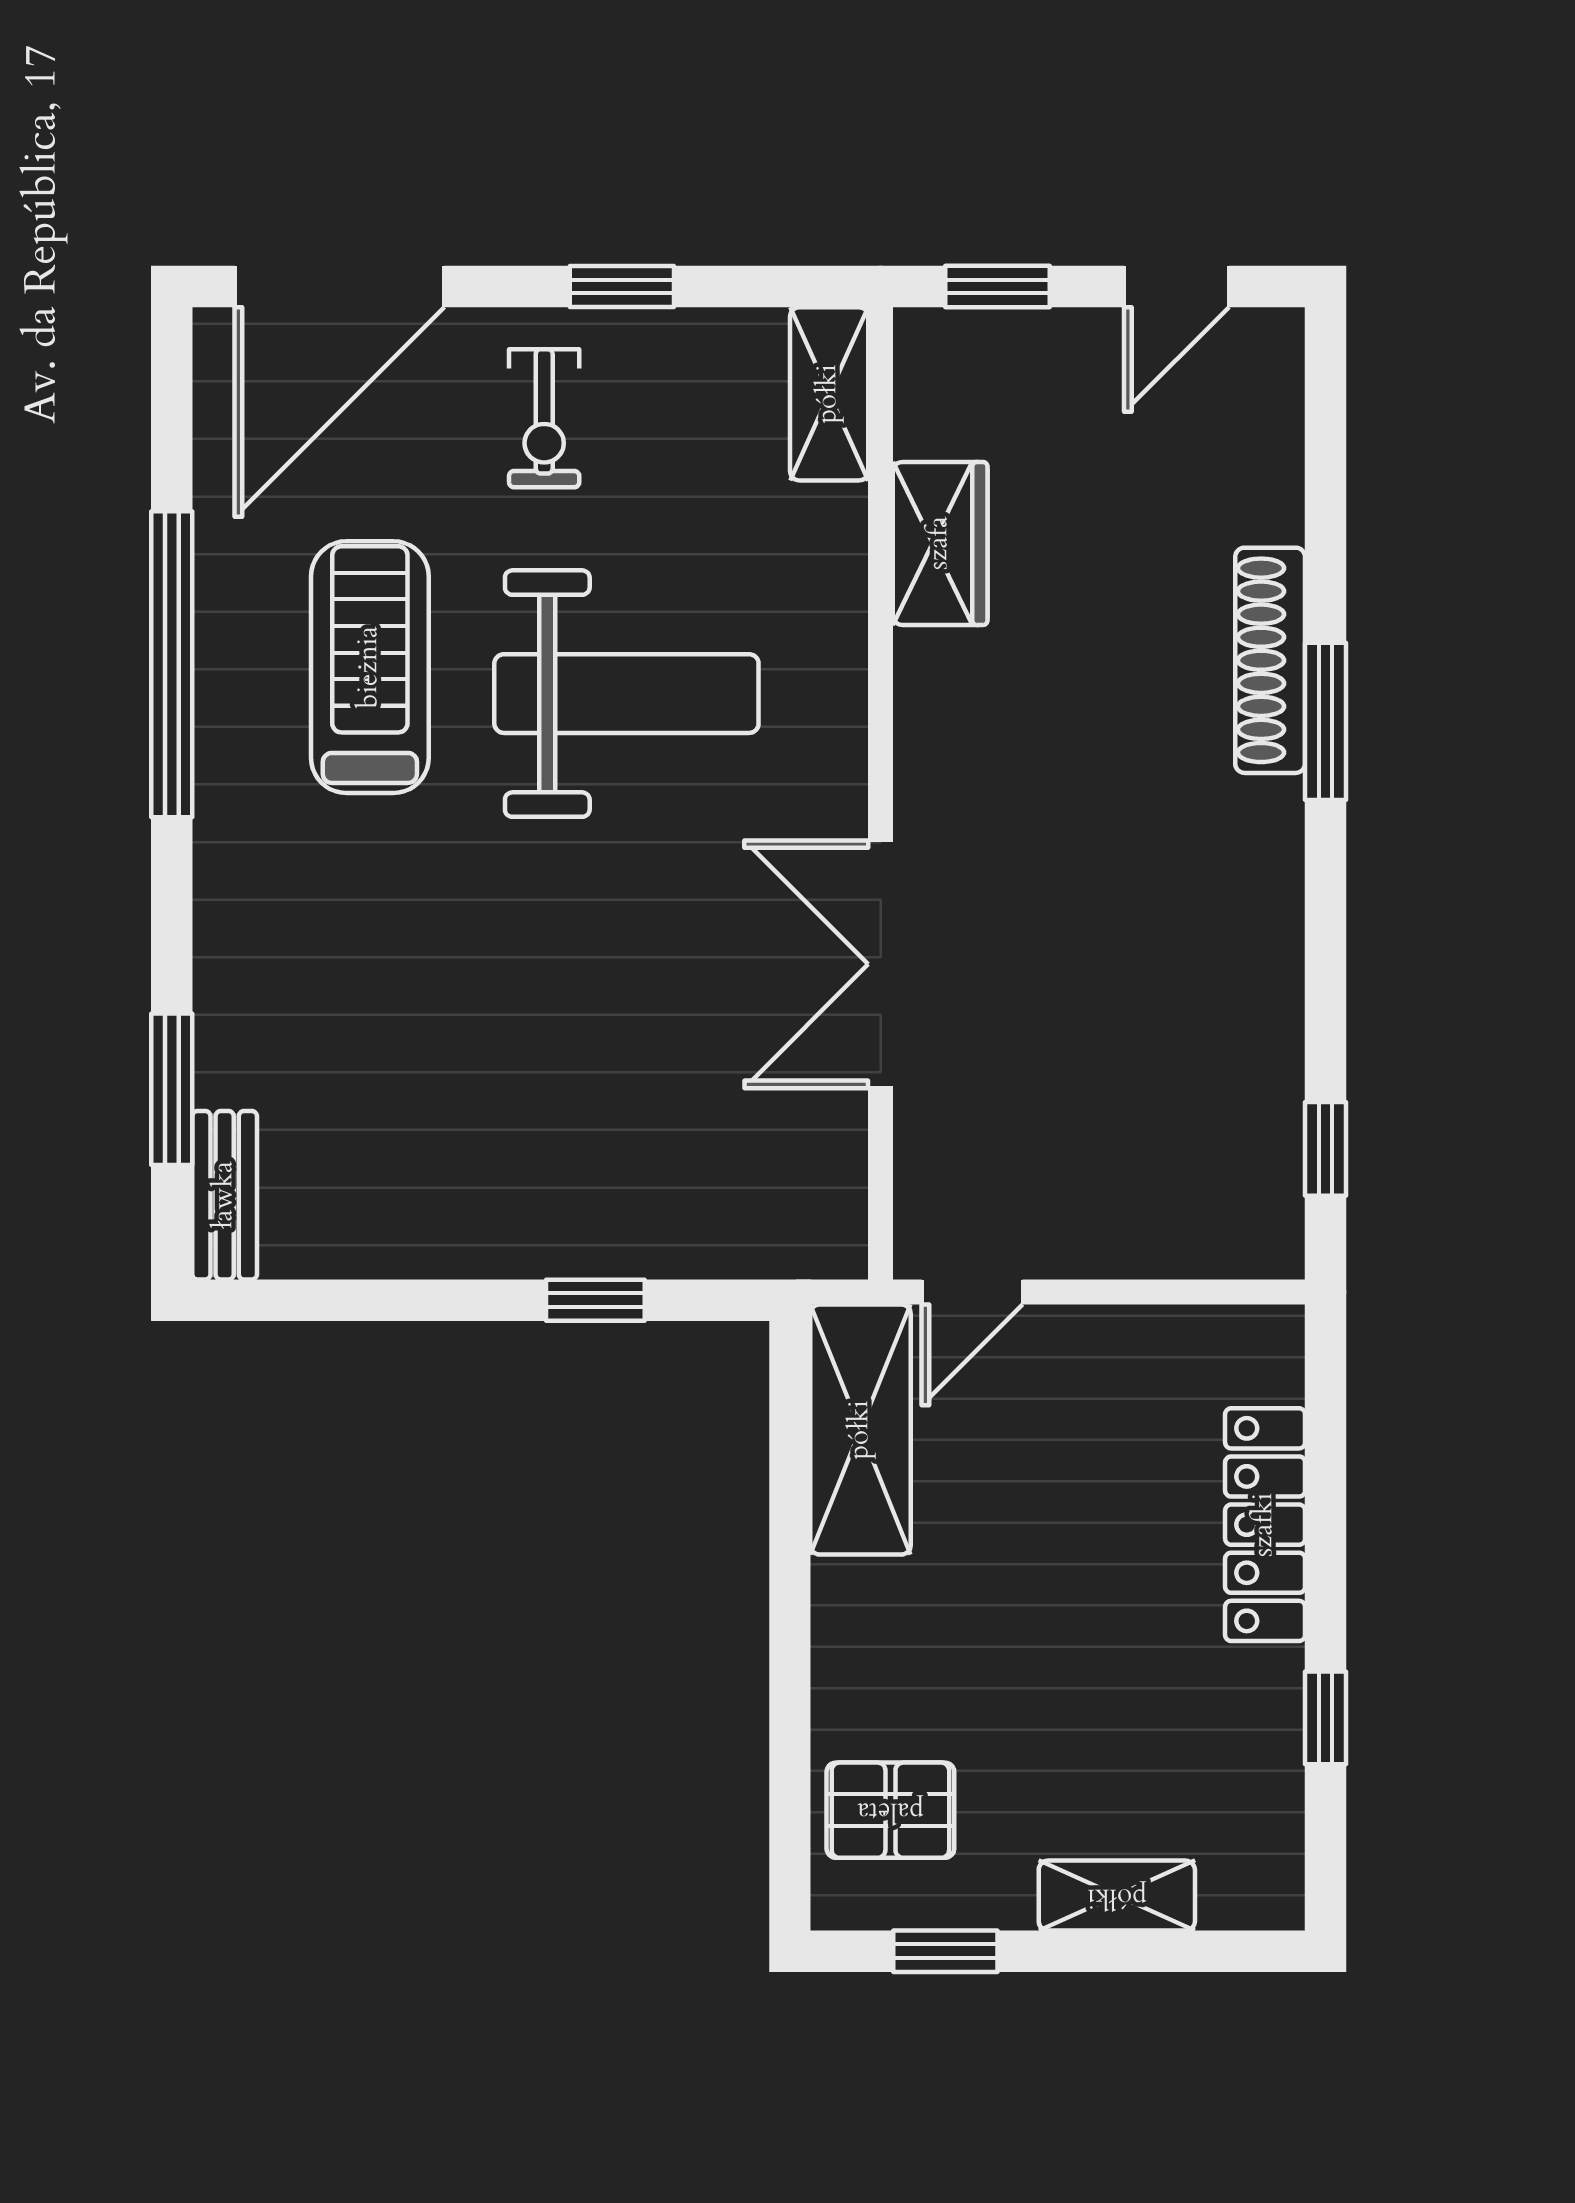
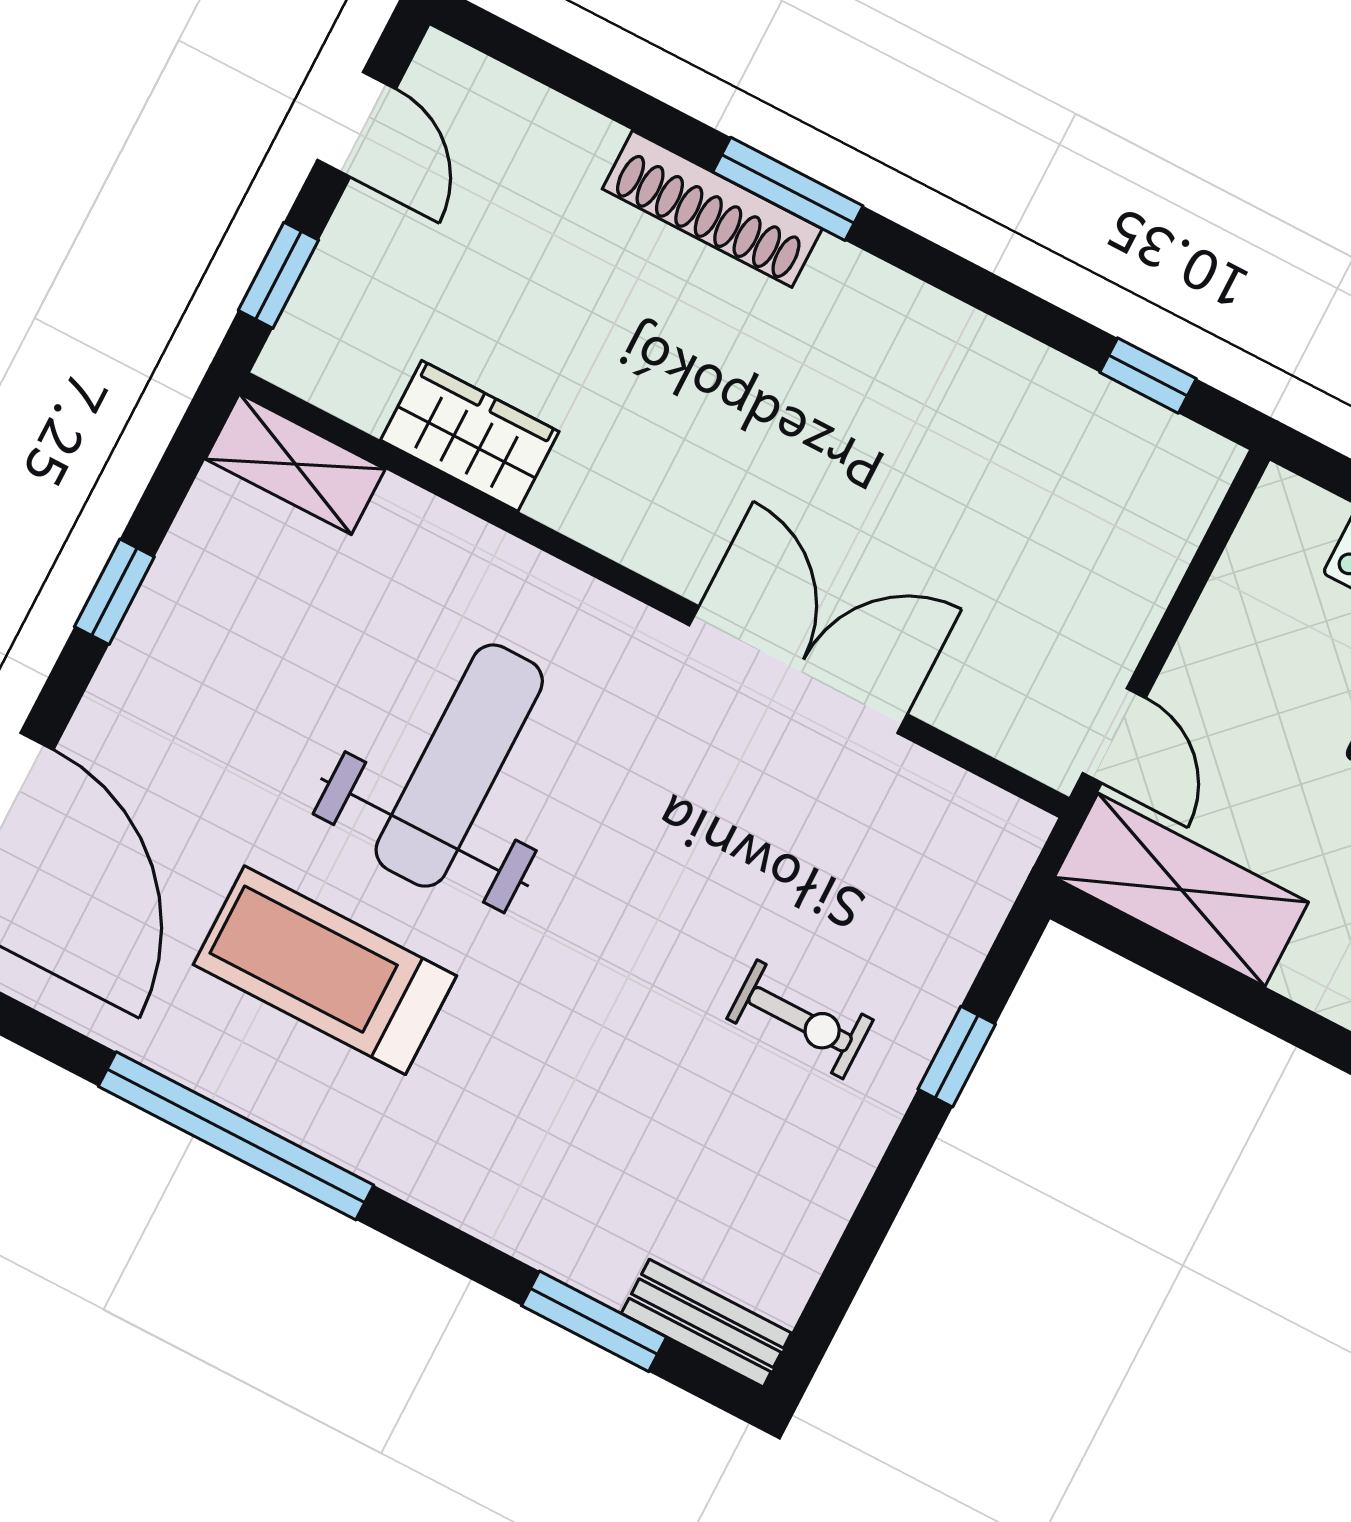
exercise bike: (544, 418) -> (800, 1019), moved
double door: (881, 964) -> (798, 670), swing flipped

